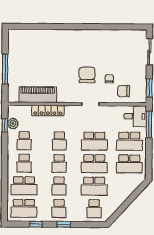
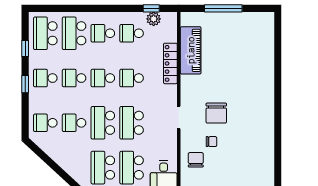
chair: (87, 75) -> (216, 113), turned 90
school desk: (94, 186) -> (74, 123), width x0.54

